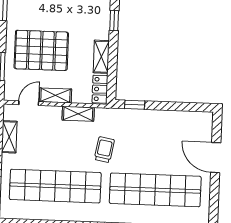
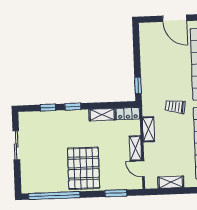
pallet: (41, 50) -> (84, 168), moved
door: (216, 158) -> (175, 18), hinge flipped

